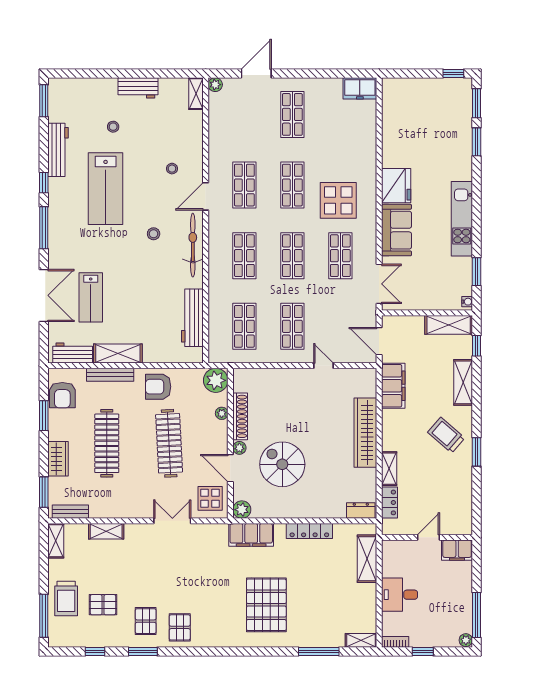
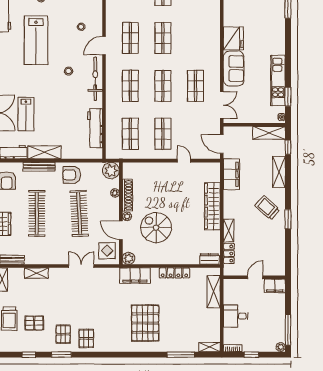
display table: (338, 200) -> (194, 48), removed
kitchen unit: (462, 219) -> (278, 81), moved

